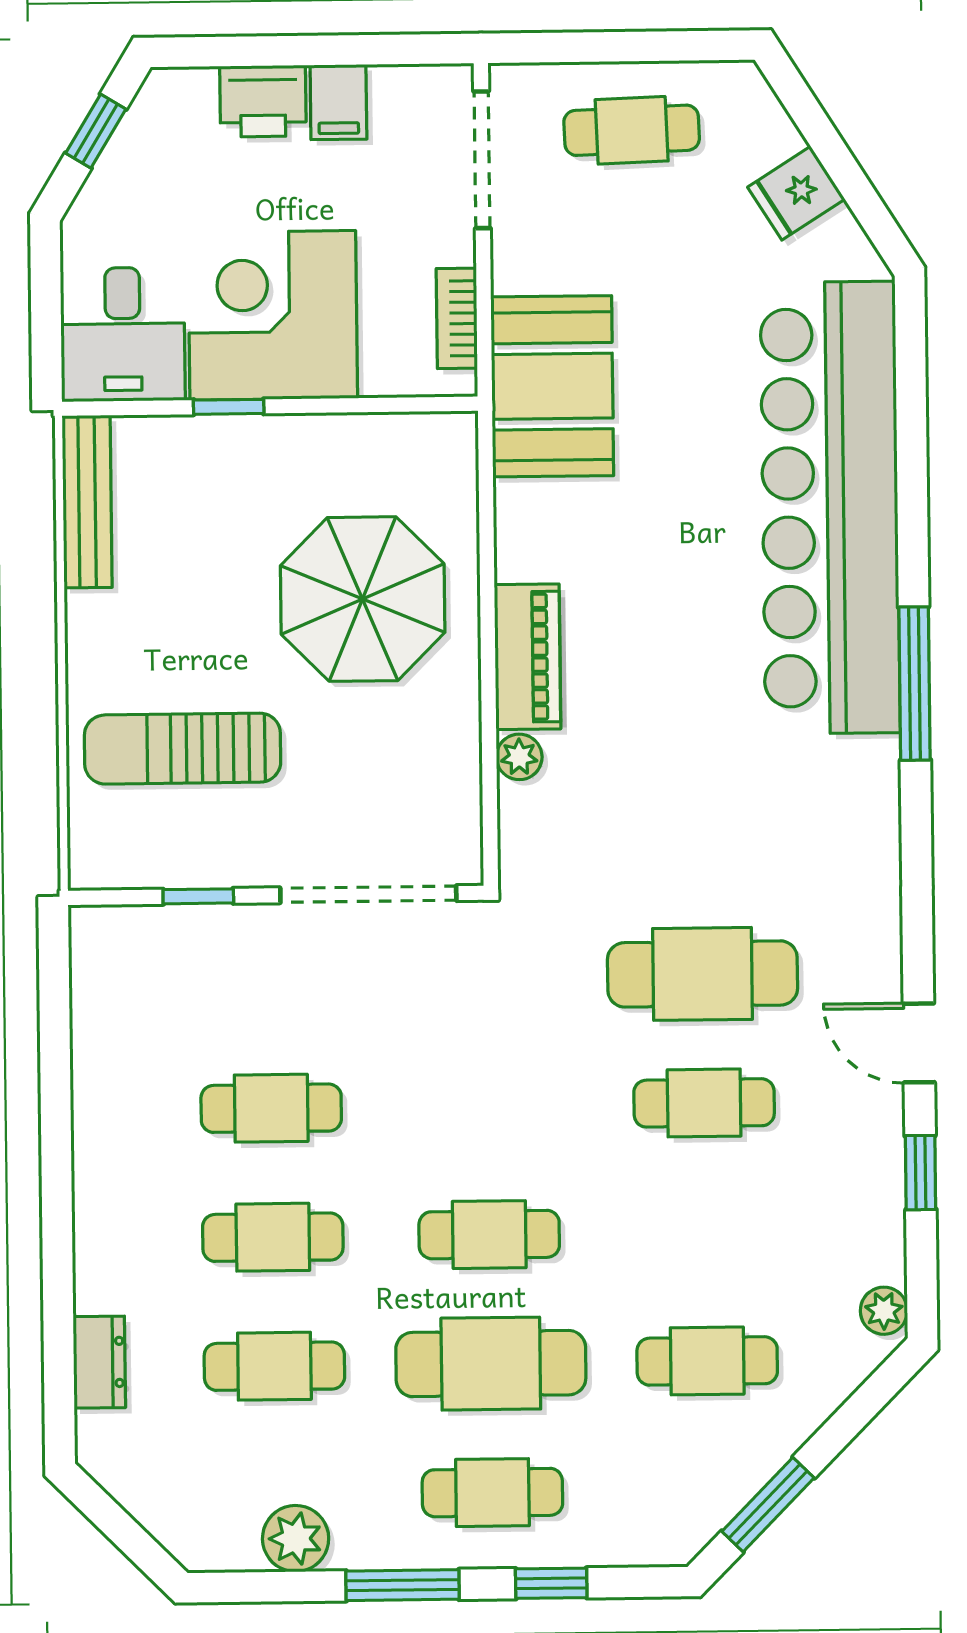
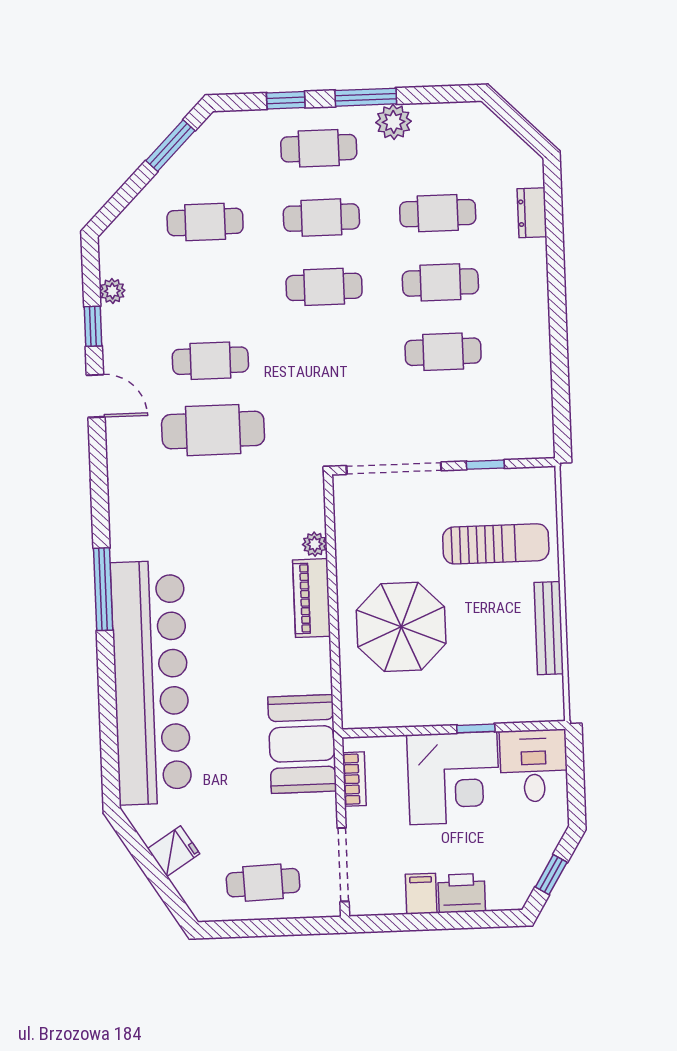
bench: (87, 502) -> (549, 628), moved
plant: (884, 1311) -> (112, 291), moved
cafe table: (491, 1364) -> (321, 218), width x0.73, depth x0.74
plant: (296, 1539) -> (394, 122), moved

